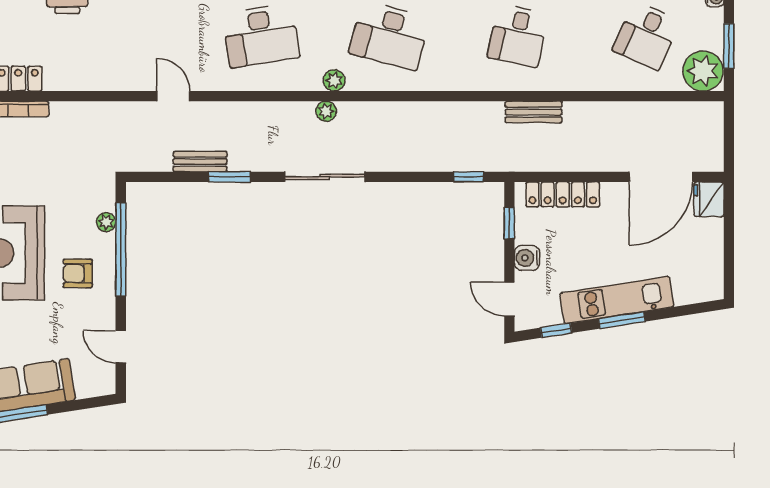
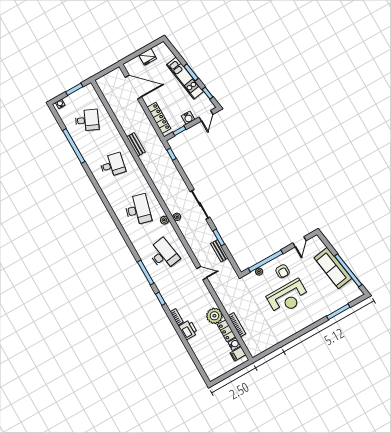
plant: (703, 71) -> (214, 316), moved
door: (173, 96) -> (202, 273), swing flipped
fridge: (709, 199) -> (148, 57), moved

